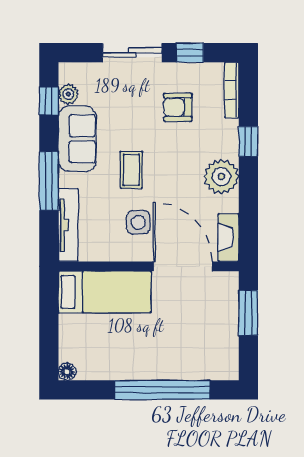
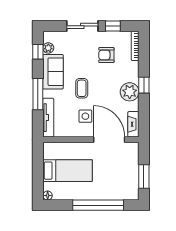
window: (248, 141) -> (144, 85), moved
bed: (105, 292) -> (68, 171), moved
window: (248, 313) -> (144, 176), moved

